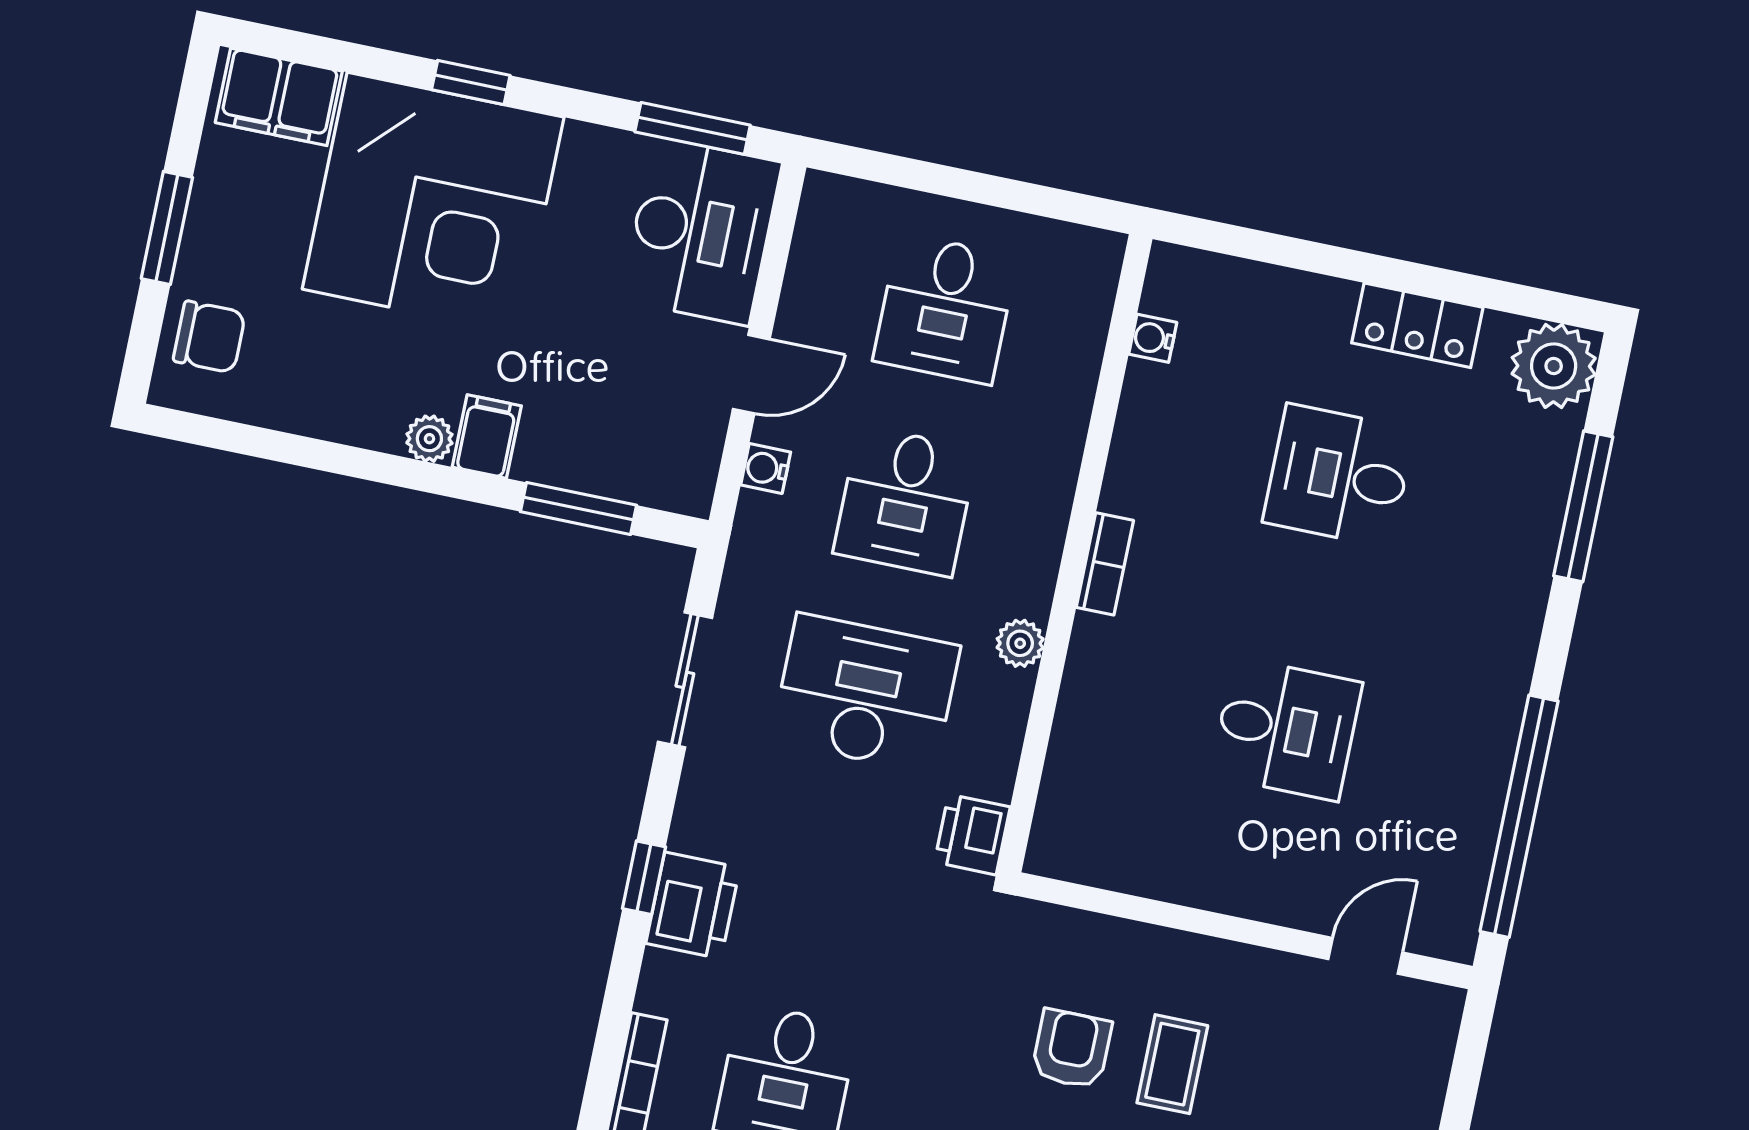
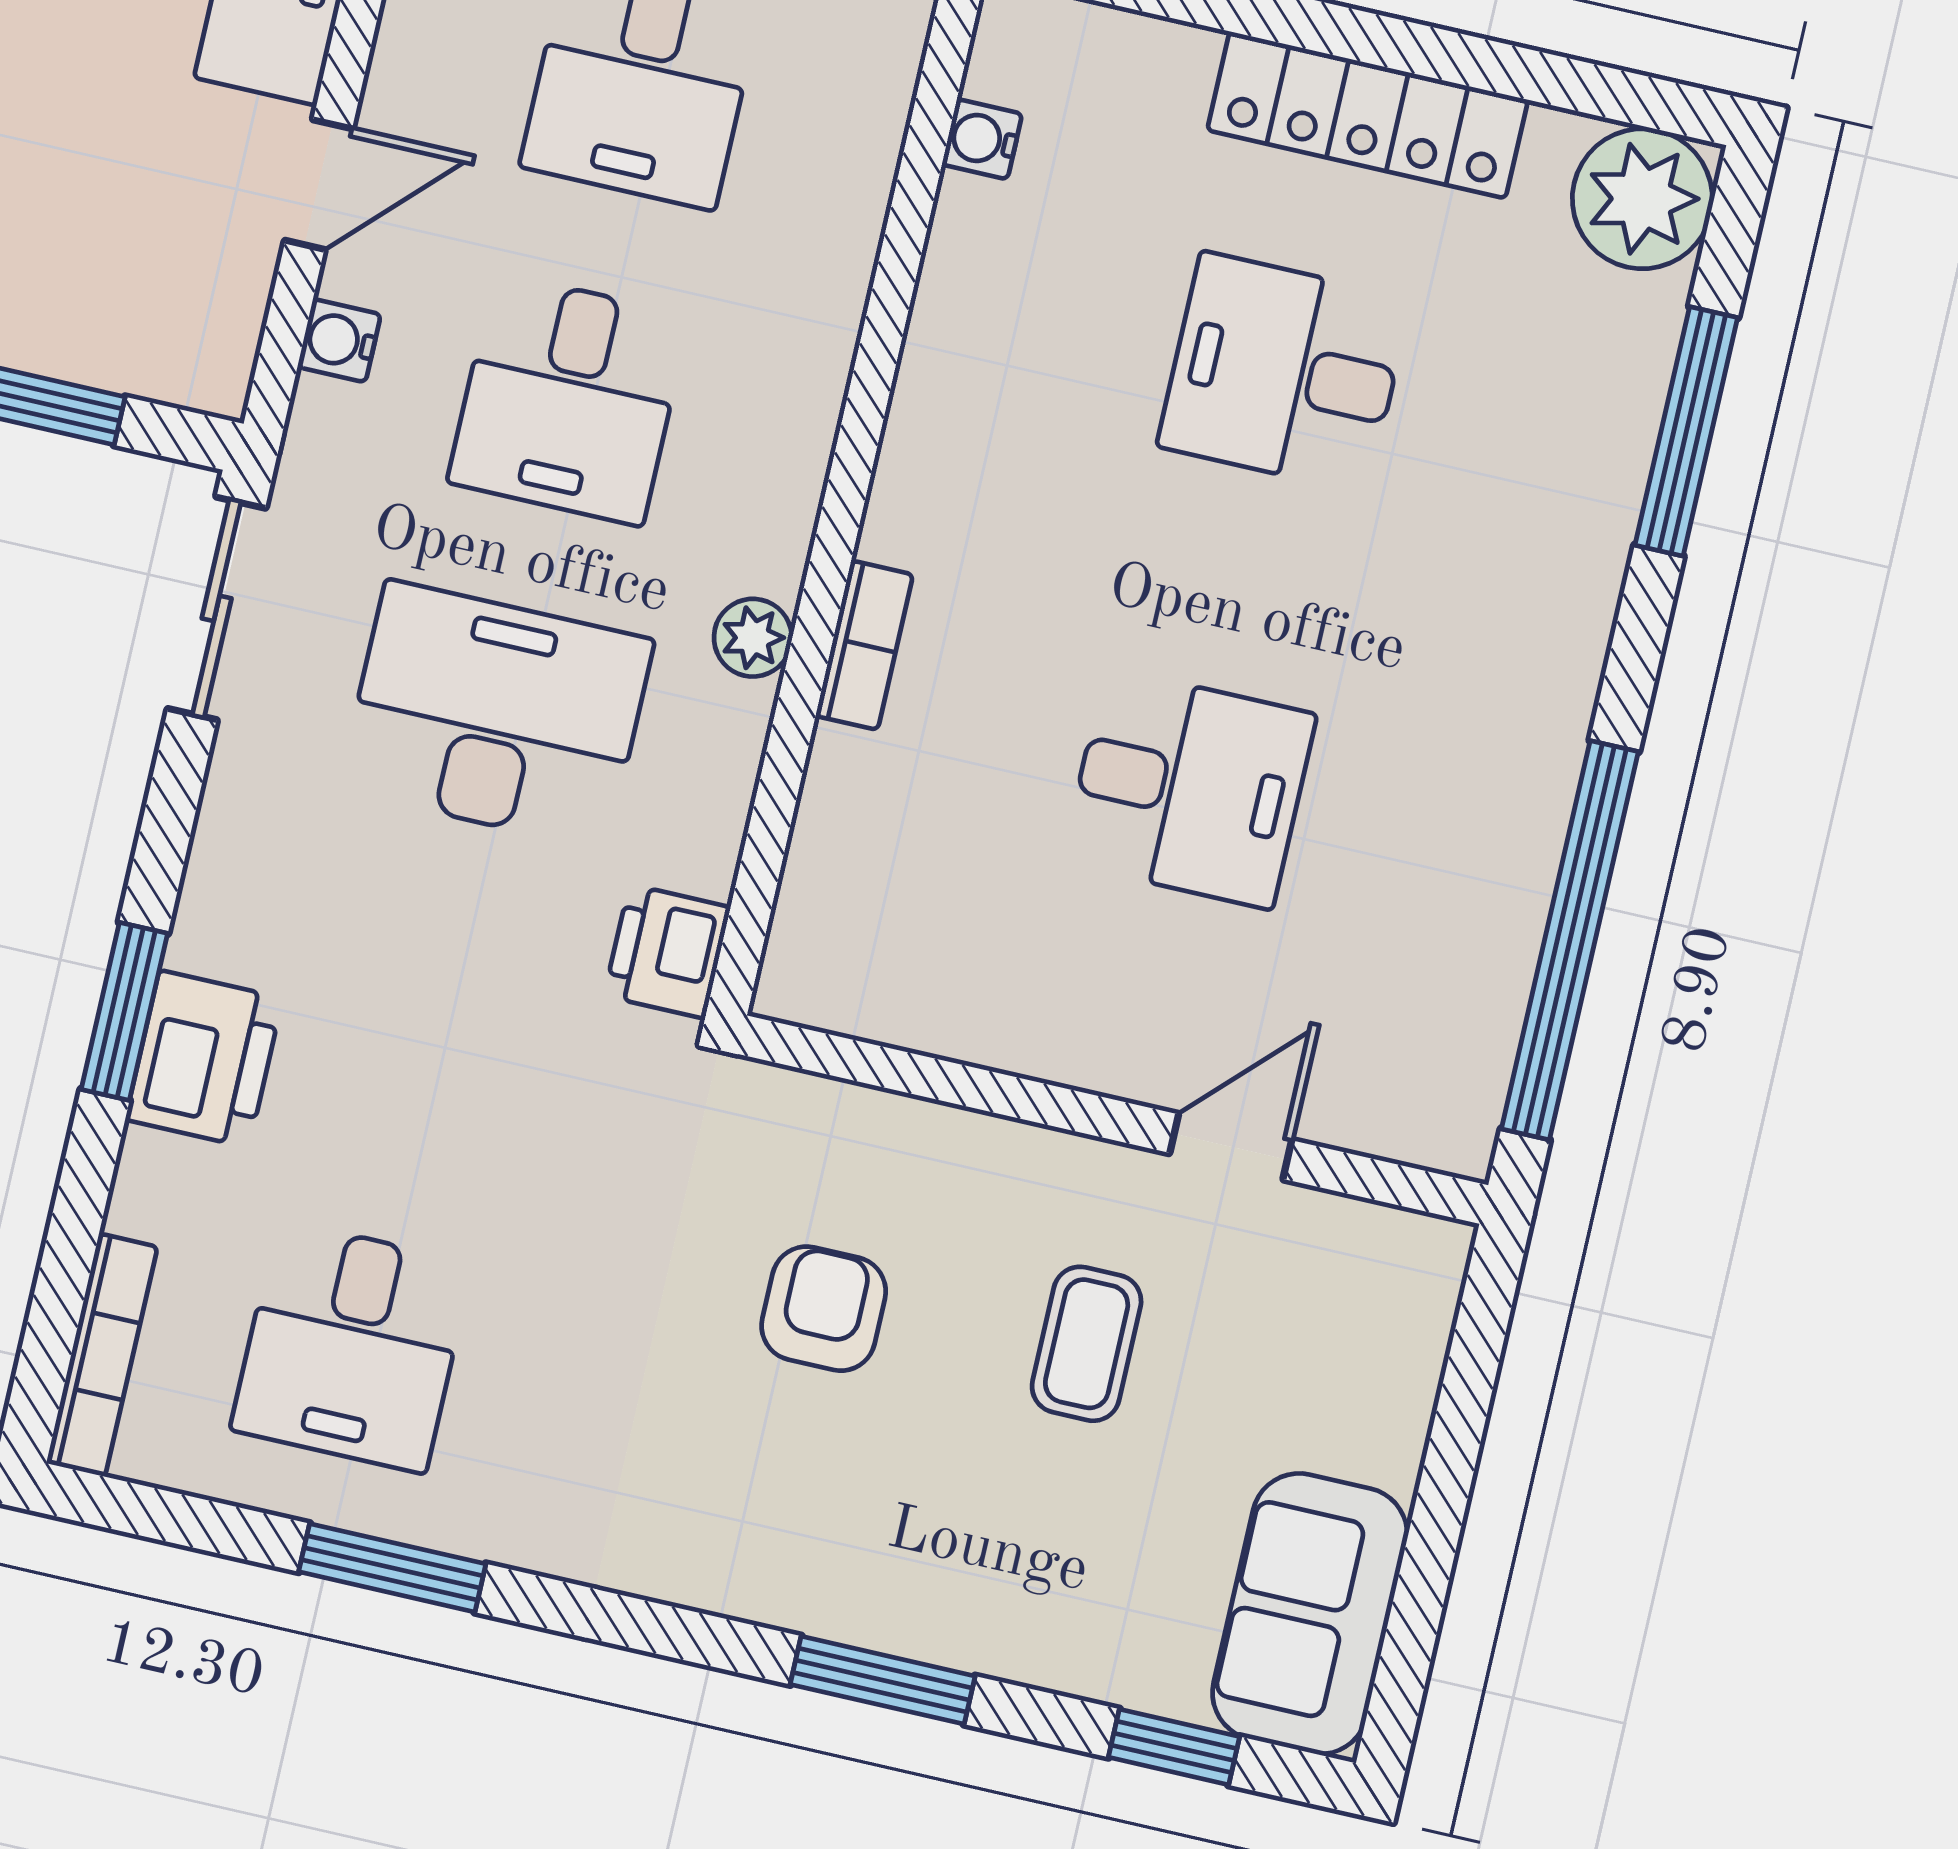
locker: (1417, 325) -> (1368, 115), width x1.53
bookcase: (1105, 564) -> (864, 645), moved
sliding door: (685, 680) -> (217, 608), moved
window: (644, 878) -> (124, 1011), width x1.50
door: (1365, 956) -> (1231, 1147), moved
coffee table: (1172, 1064) -> (1087, 1344), moved

